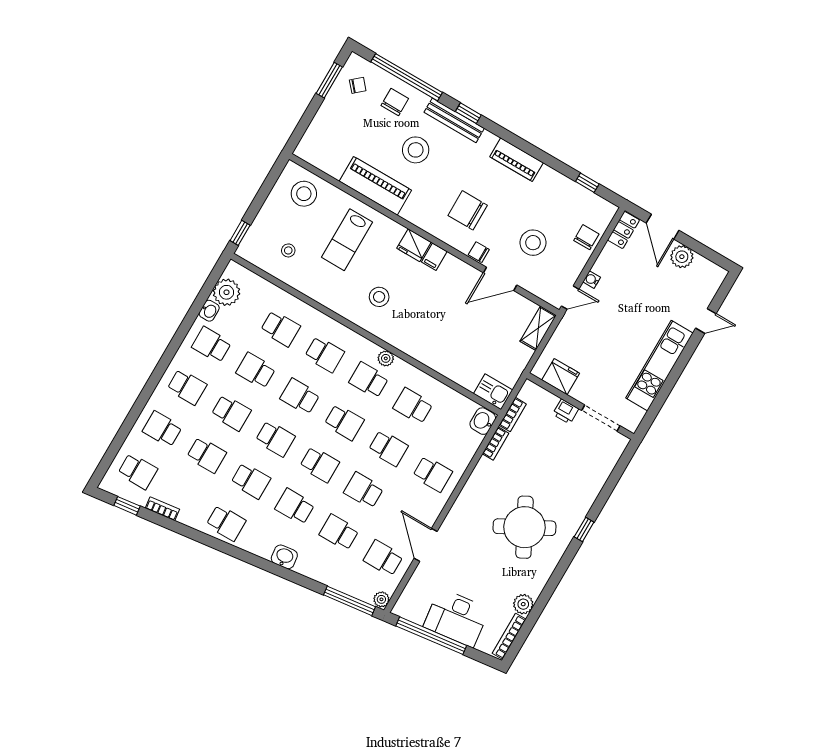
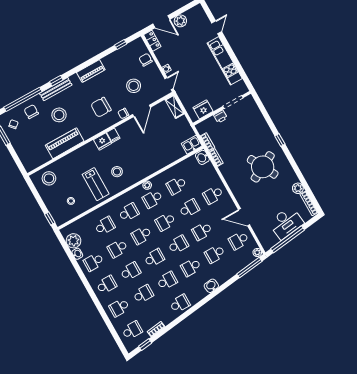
lab bench: (347, 240) -> (96, 184), moved
school desk: (344, 422) -> (165, 222), turned 180
school desk: (432, 474) -> (213, 195), turned 180

